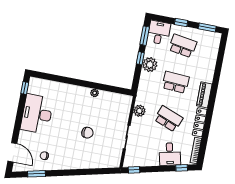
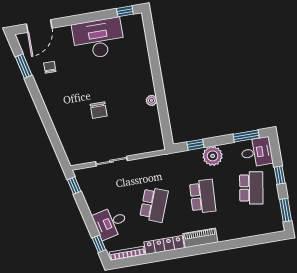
window: (140, 58) -> (195, 145), moved
plant: (139, 111) -> (150, 165), removed

